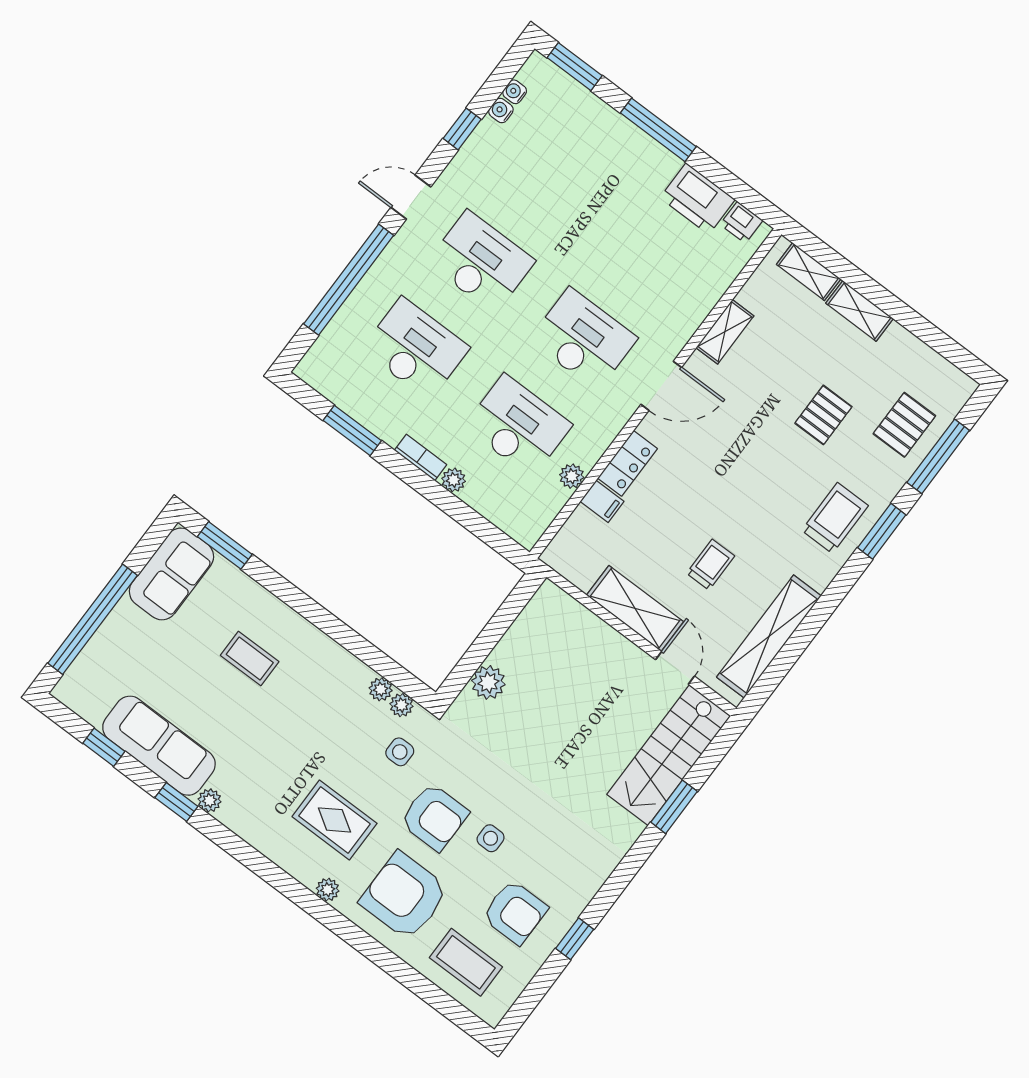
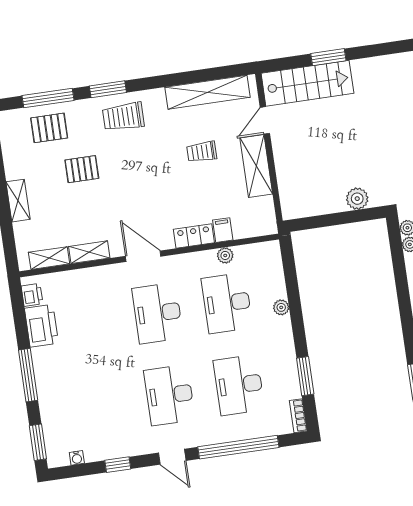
water cooler: (501, 110) -> (92, 456), removed
shelving: (809, 272) -> (49, 258), moved, turned 90
bookcase: (420, 457) -> (298, 416), moved

